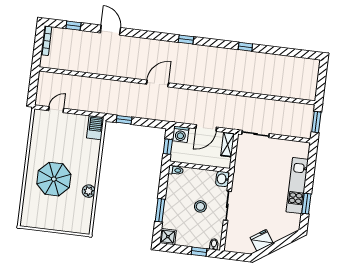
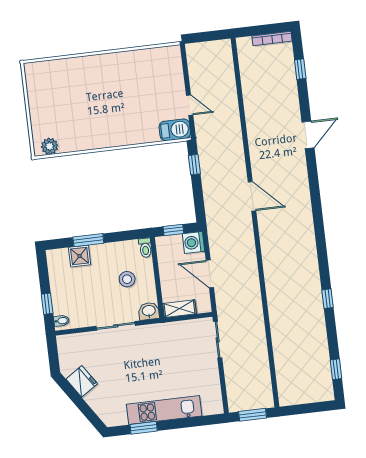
door: (110, 30) -> (308, 135), moved
window: (186, 39) -> (336, 369), moved
door: (56, 110) -> (190, 105), moved
shelving: (228, 145) -> (180, 309), moved
parasol: (54, 179) -> (95, 92), removed
plant: (89, 191) -> (50, 146), moved
stool: (200, 206) -> (127, 279), moved
shower: (168, 237) -> (80, 256), moved

